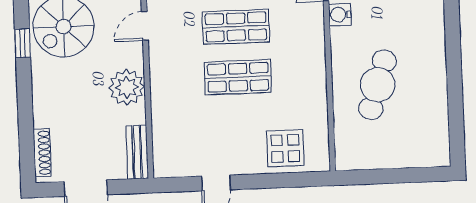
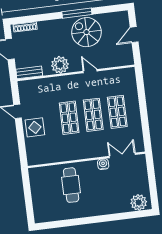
window: (23, 43) -> (77, 13), width x2.17
cafe table: (378, 85) -> (71, 185), turned 72
display table: (285, 148) -> (35, 127), moved

